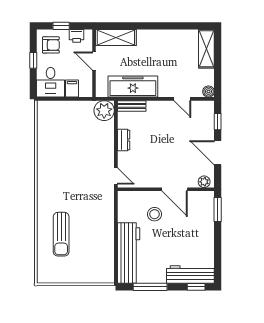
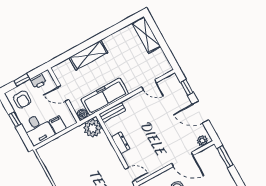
shelving: (116, 37) -> (88, 55), moved
armchair: (51, 45) -> (22, 99), turned 90
boiler: (209, 92) -> (82, 114), moved

